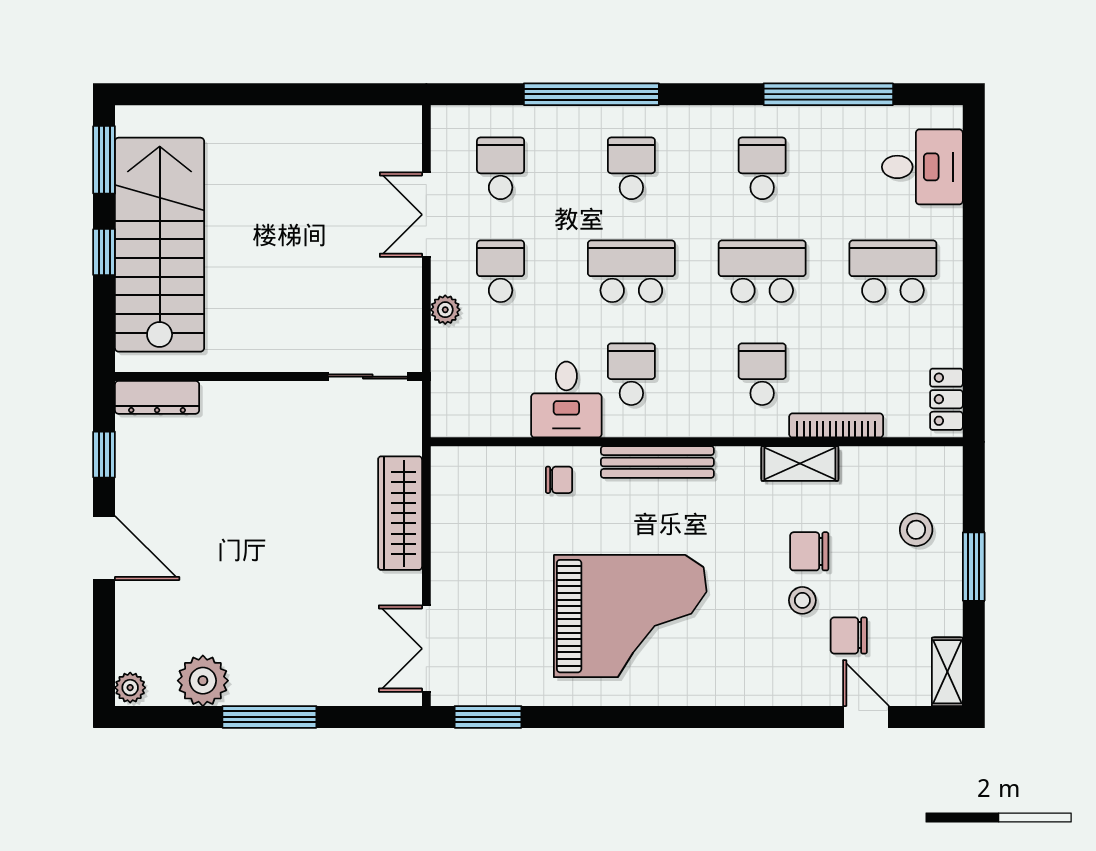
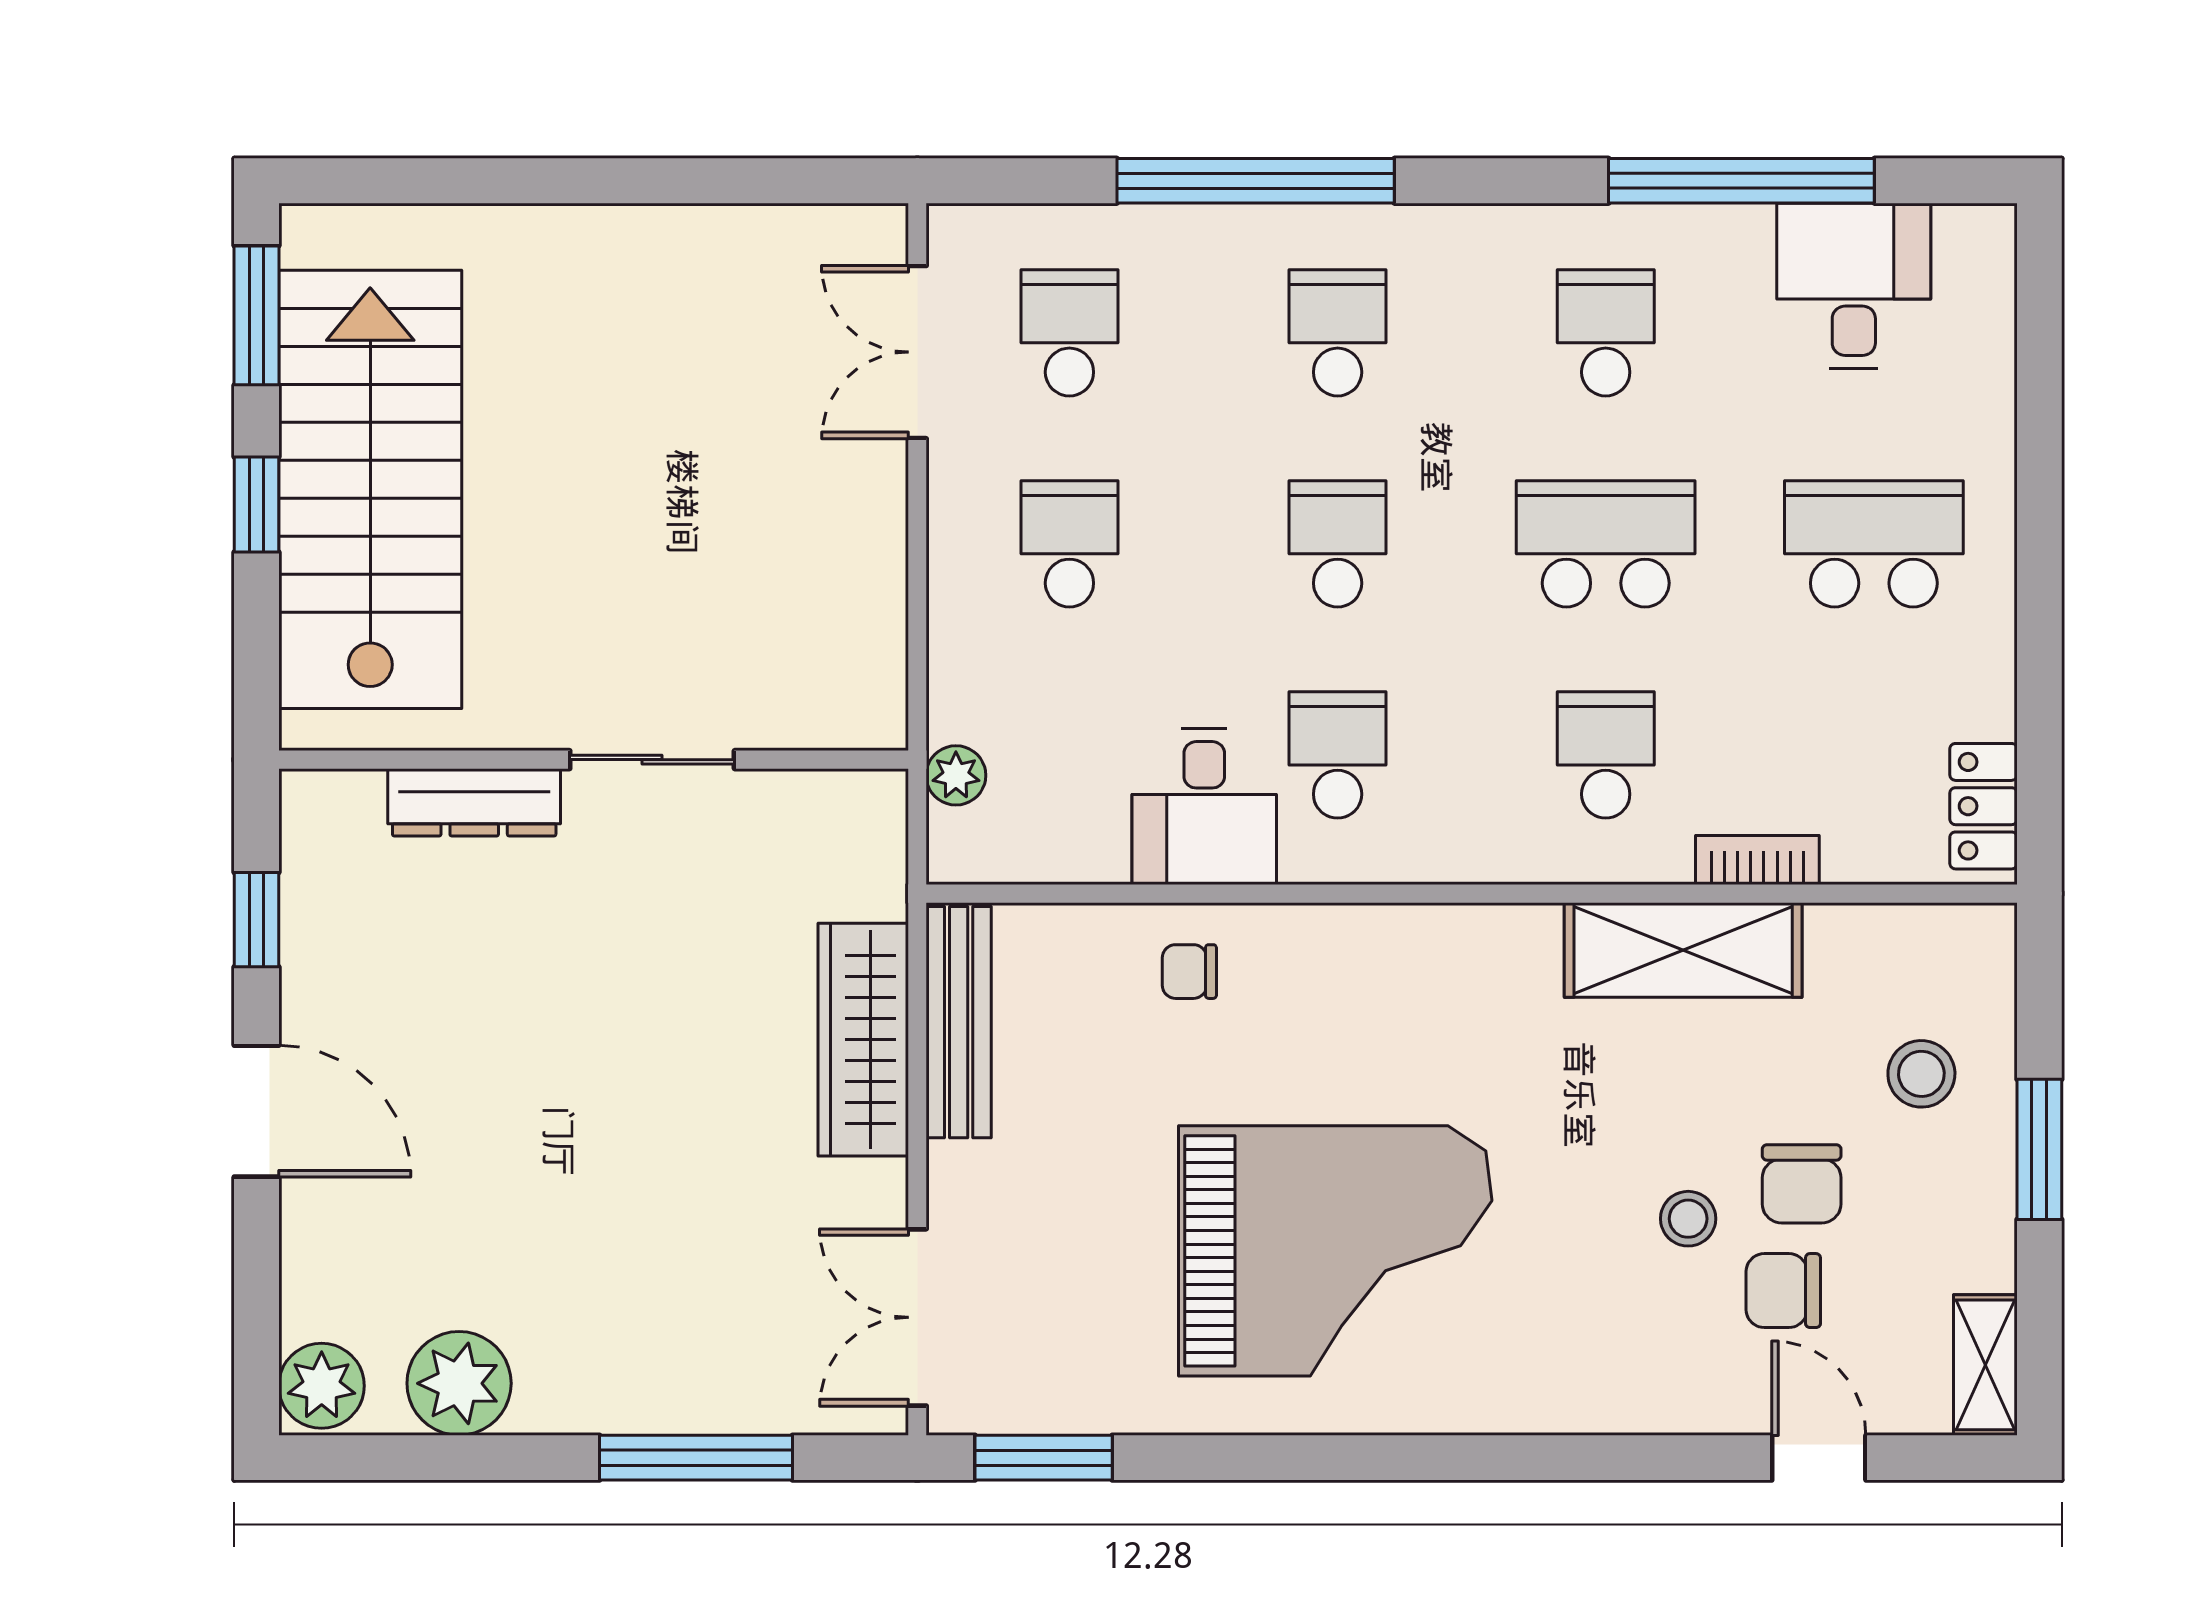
desk: (922, 167) -> (1854, 286), moved, turned -90
double door: (426, 215) -> (917, 352), moved
school desk: (631, 271) -> (1338, 544), width x0.54
plant: (445, 310) -> (956, 775), moved
sliding door: (368, 377) -> (652, 760), moved
dresser: (157, 397) -> (474, 802), moved
bookcase: (836, 425) -> (1757, 860), width x0.64
bench: (657, 462) -> (959, 1022), moved, turned 90
shelving: (800, 464) -> (1683, 950), width x1.50, depth x1.33
chair: (559, 480) -> (1189, 972), turned 180
chair: (809, 551) -> (1802, 1184), moved, turned -90
plant: (130, 688) -> (322, 1386), width x1.38, depth x1.38
window: (269, 717) -> (696, 1458), moved

